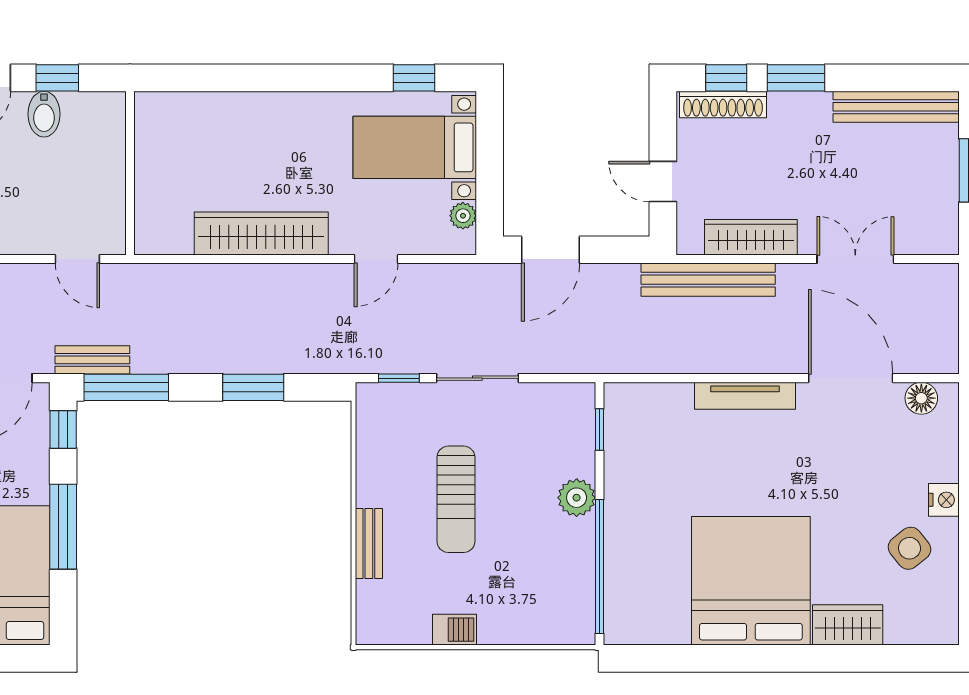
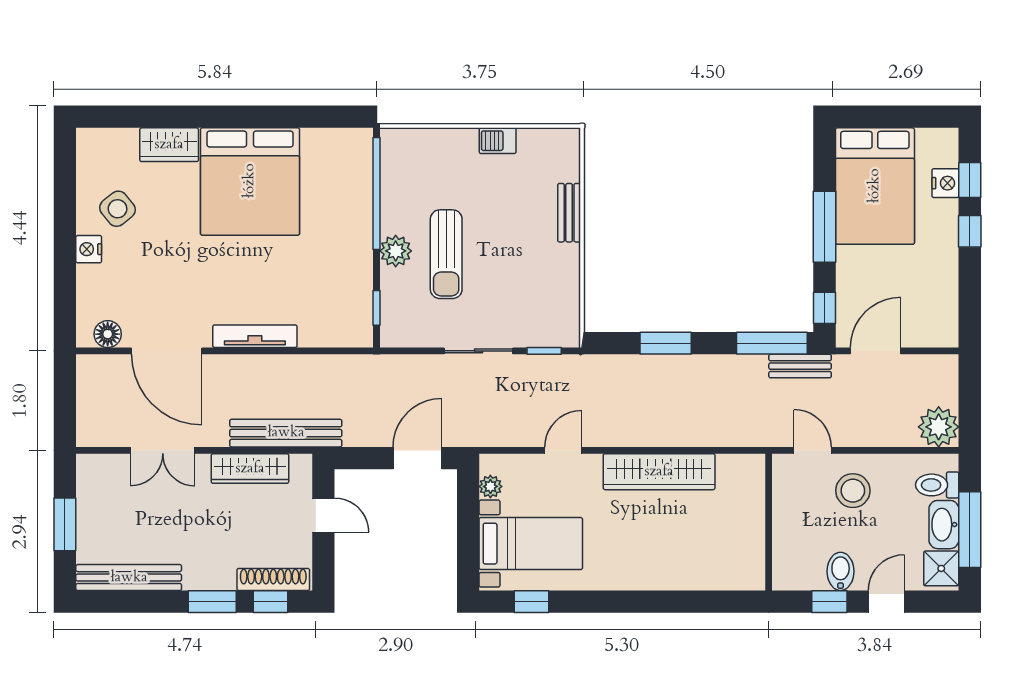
stool: (29, 211) -> (853, 491), added
sun lounger: (456, 499) -> (446, 254), moved, turned 180

